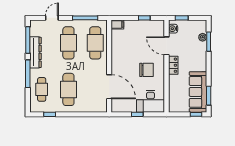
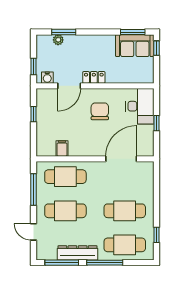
filing cabinet: (117, 25) -> (62, 148), moved
cafe table: (42, 89) -> (125, 245), width x1.37, depth x1.35
sofa: (198, 92) -> (135, 46), width x0.73

